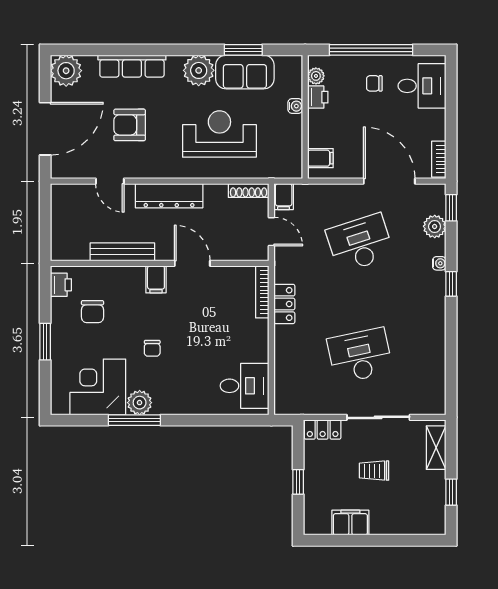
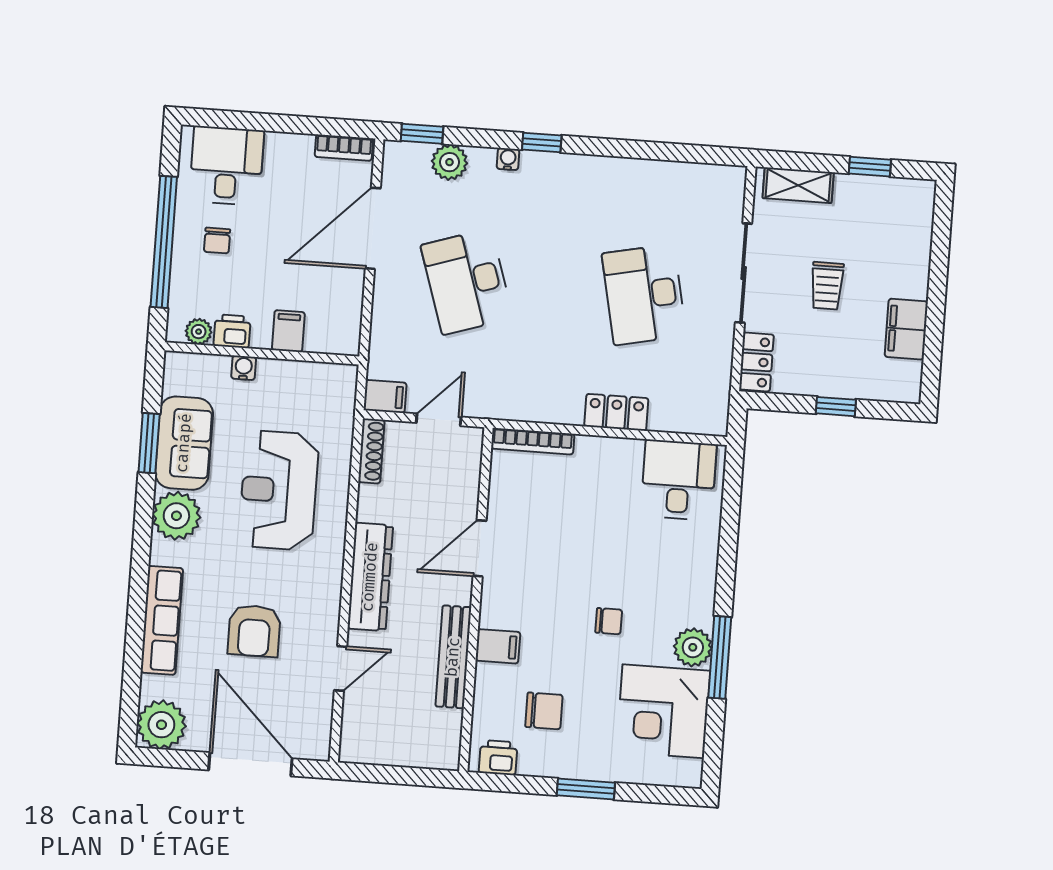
filing cabinet: (320, 158) -> (288, 331), moved
filing cabinet: (156, 279) -> (498, 646), moved
locker: (284, 304) -> (616, 412), moved

